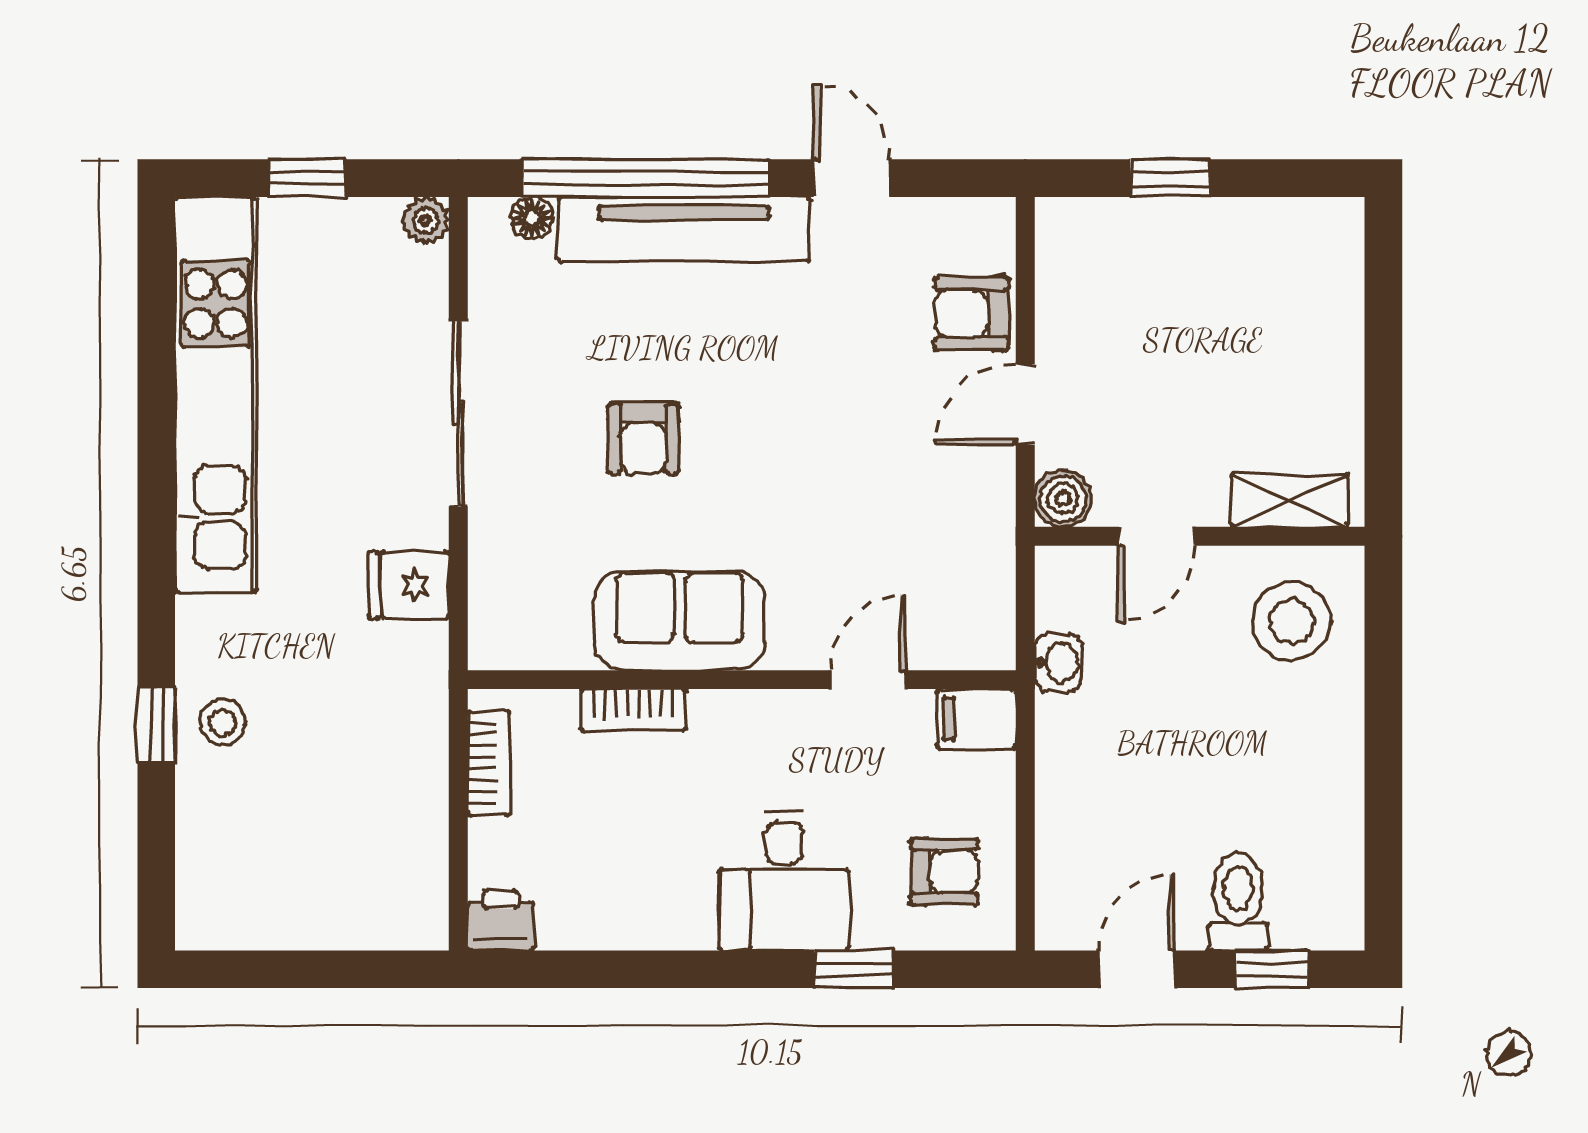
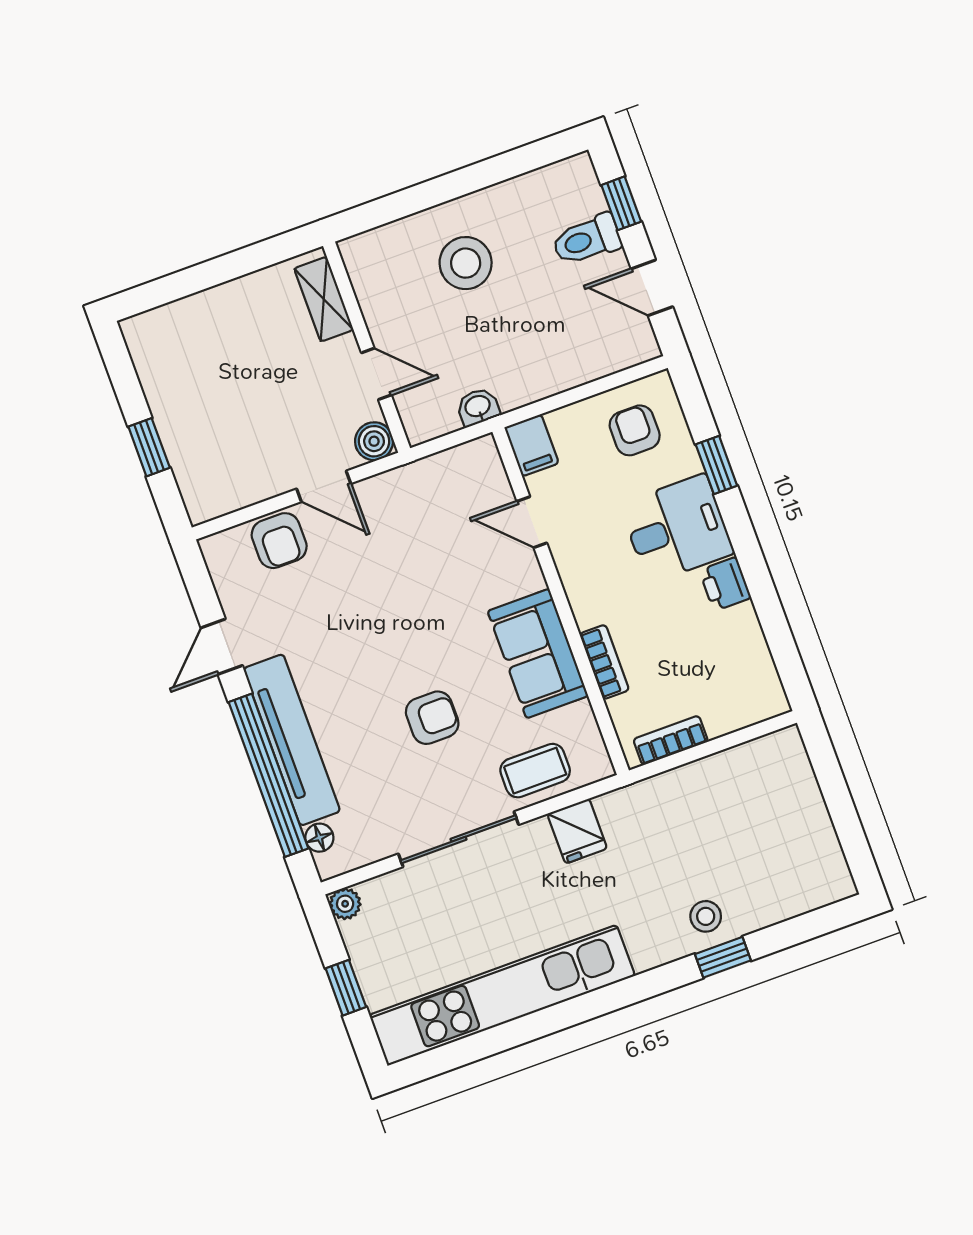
coffee table: (516, 557) -> (535, 771), added
stool: (1292, 621) -> (466, 263), moved
printer: (501, 920) -> (725, 584), moved

